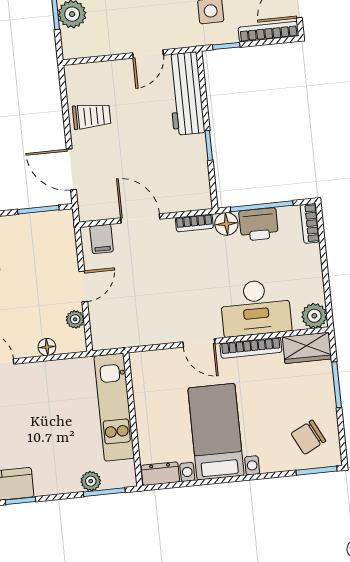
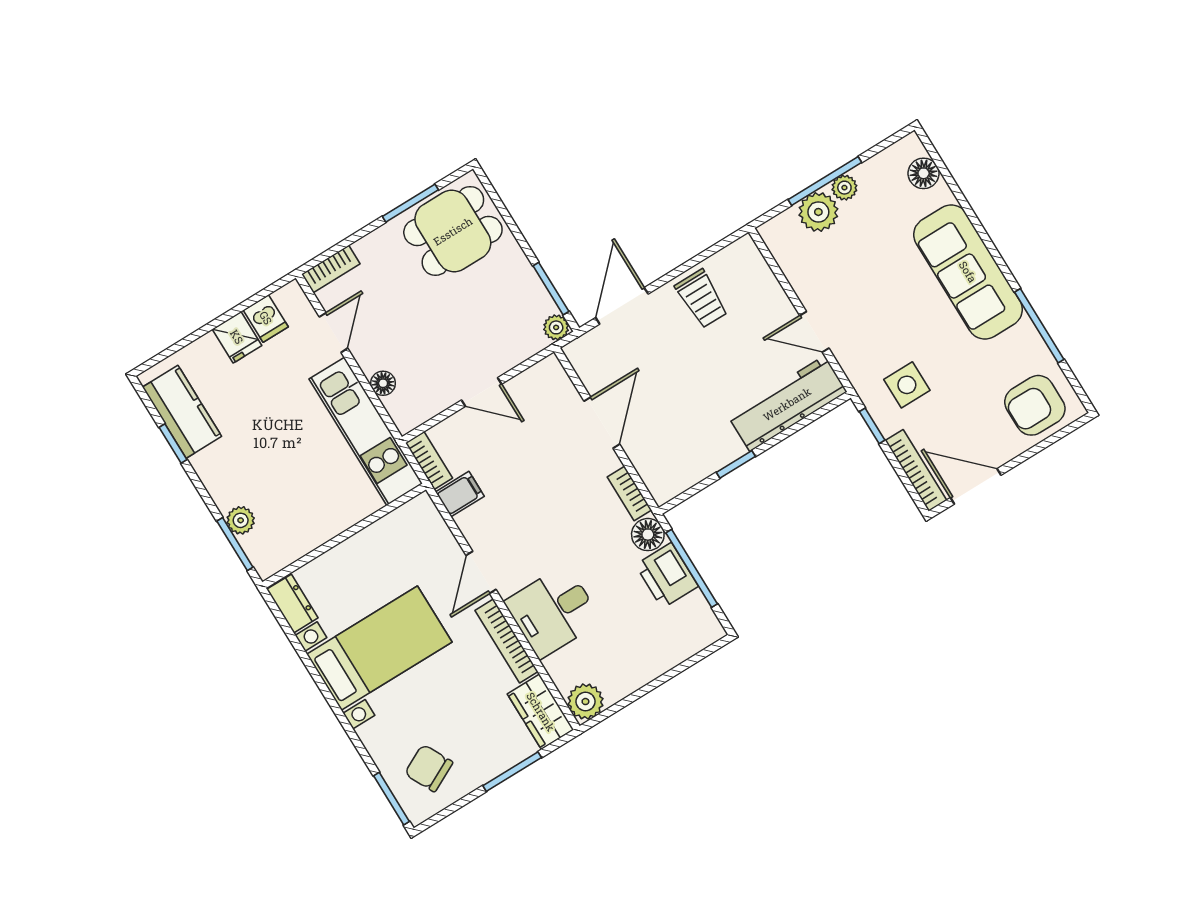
bookcase: (310, 223) -> (429, 460), moved, turned 90
filing cabinet: (102, 239) -> (460, 494), moved, turned 180
desk: (256, 308) -> (553, 611), width x0.73
plant: (75, 319) -> (556, 327), moved
kitchen unit: (114, 407) -> (366, 431), moved, turned -90

